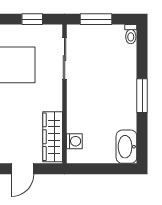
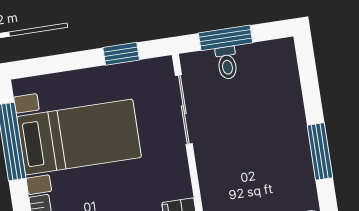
toilet: (131, 34) -> (227, 63), moved

